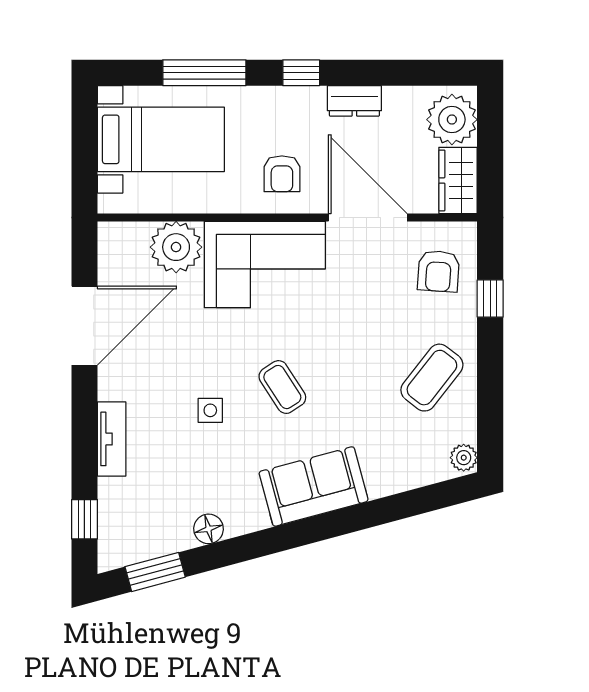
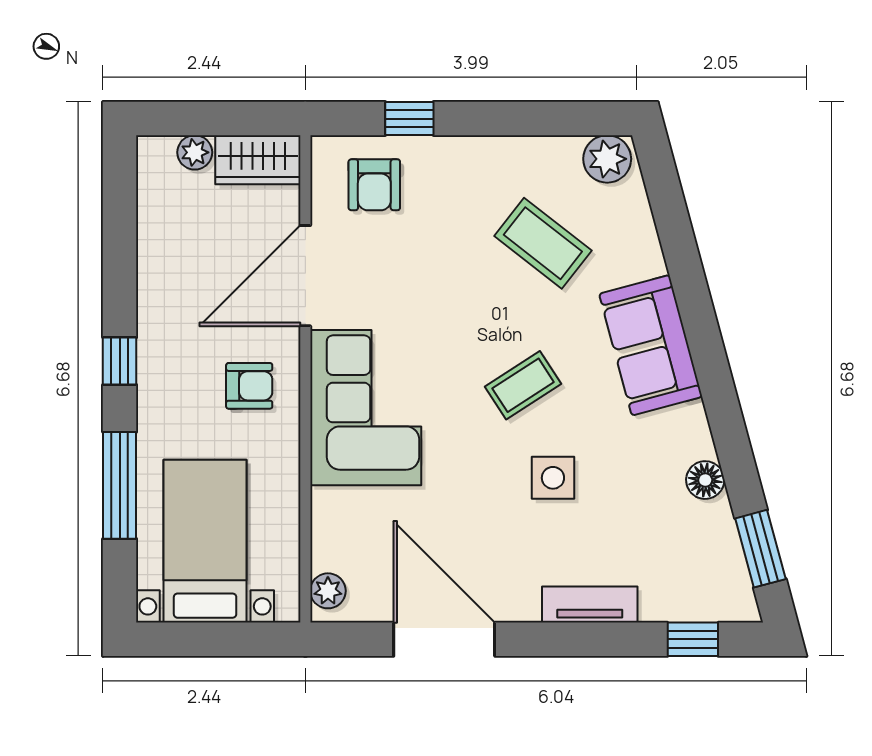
dresser: (354, 101) -> (156, 293), removed
plant: (452, 120) -> (195, 152), width x0.53, depth x0.53
plant: (176, 247) -> (328, 591), moved, width x0.53, depth x0.53
armchair: (439, 271) -> (374, 185), turned 86
coffee table: (432, 378) -> (543, 243), moved
side table: (210, 410) -> (553, 478), width x1.37, depth x1.37
plant: (464, 458) -> (607, 159), width x1.38, depth x1.38

